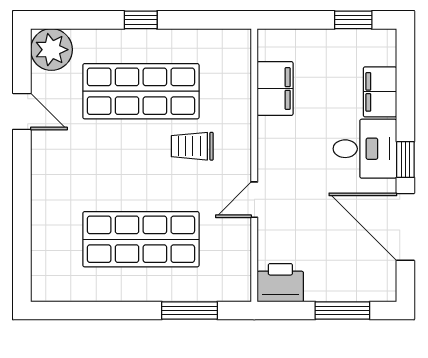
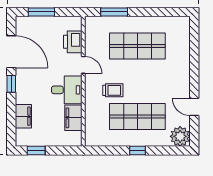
desk: (365, 149) -> (67, 90), moved, turned 180
door: (254, 200) -> (83, 65), hinge flipped
printer: (280, 283) -> (73, 42), moved, turned 90

